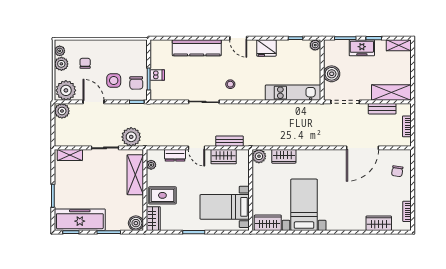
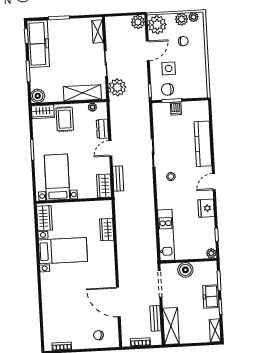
plant: (259, 156) -> (106, 207), removed
wardrobe: (224, 157) -> (104, 186), moved
wardrobe: (379, 223) -> (49, 321), removed

